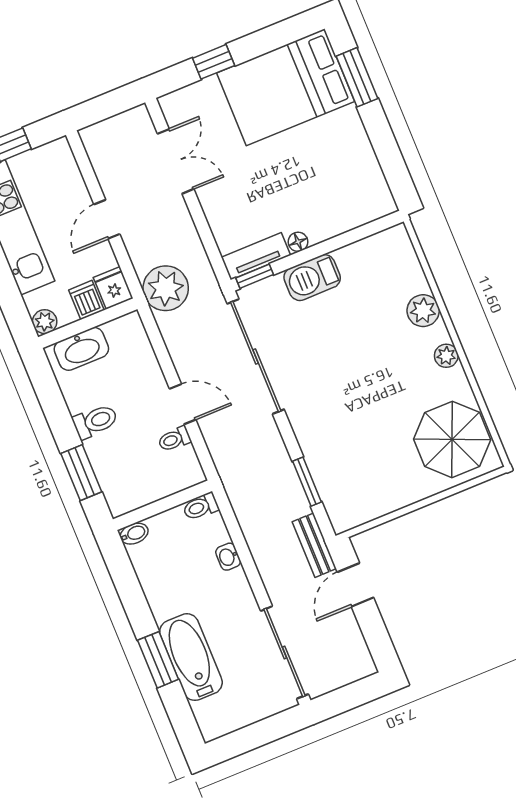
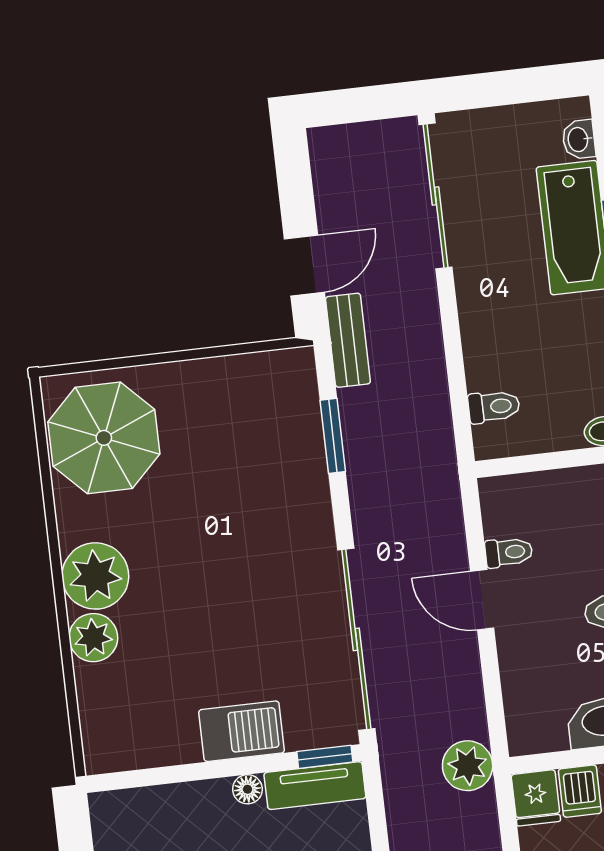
plant: (166, 288) -> (468, 766), width x0.73, depth x0.73
plant: (446, 356) -> (95, 576), width x1.88, depth x1.88
toilet: (201, 507) -> (494, 407), moved
washbasin: (228, 557) -> (579, 139), moved, turned 180

